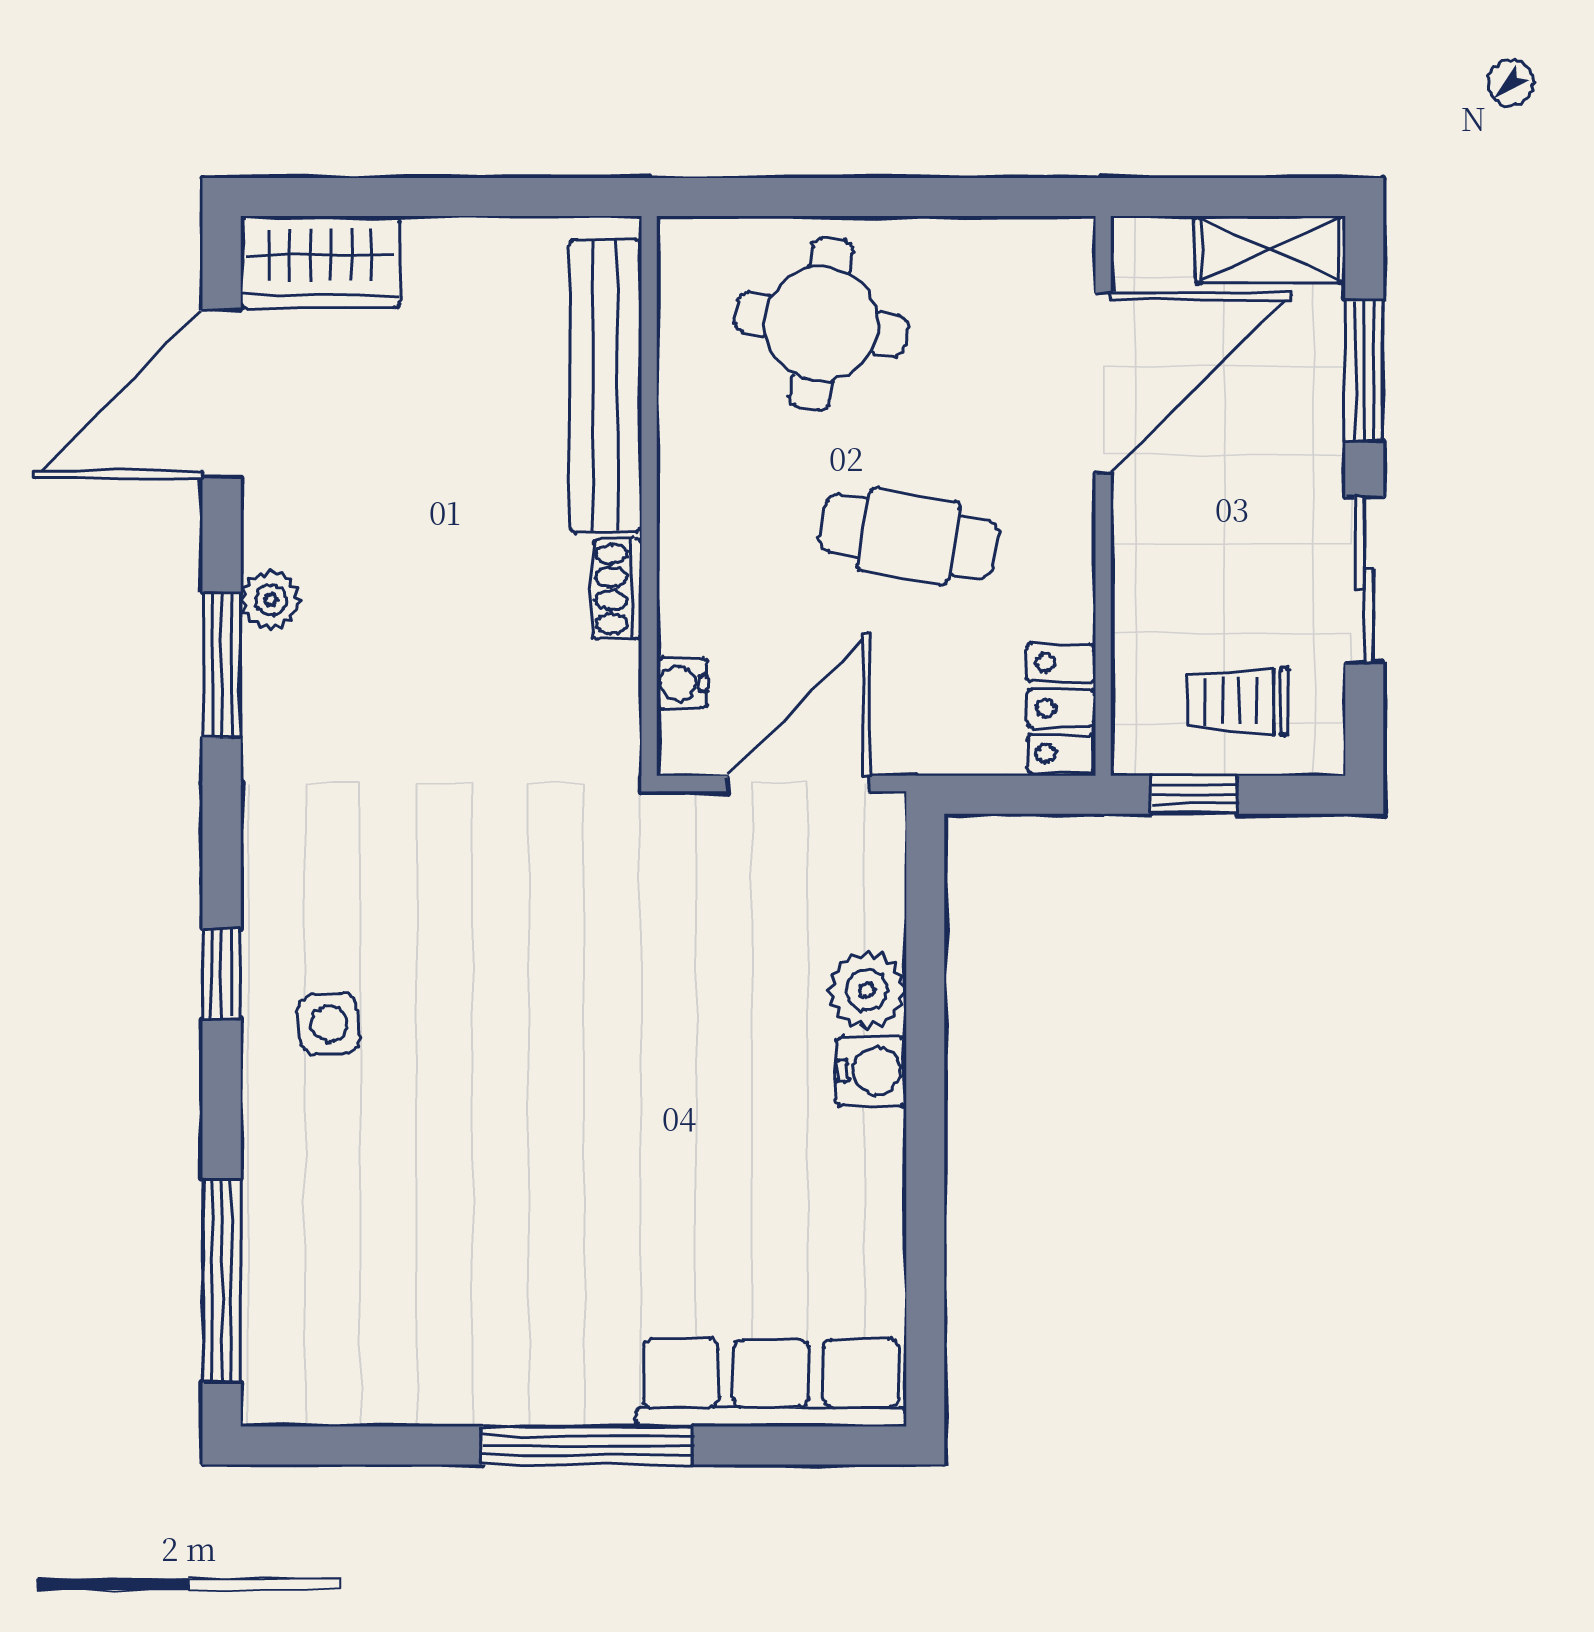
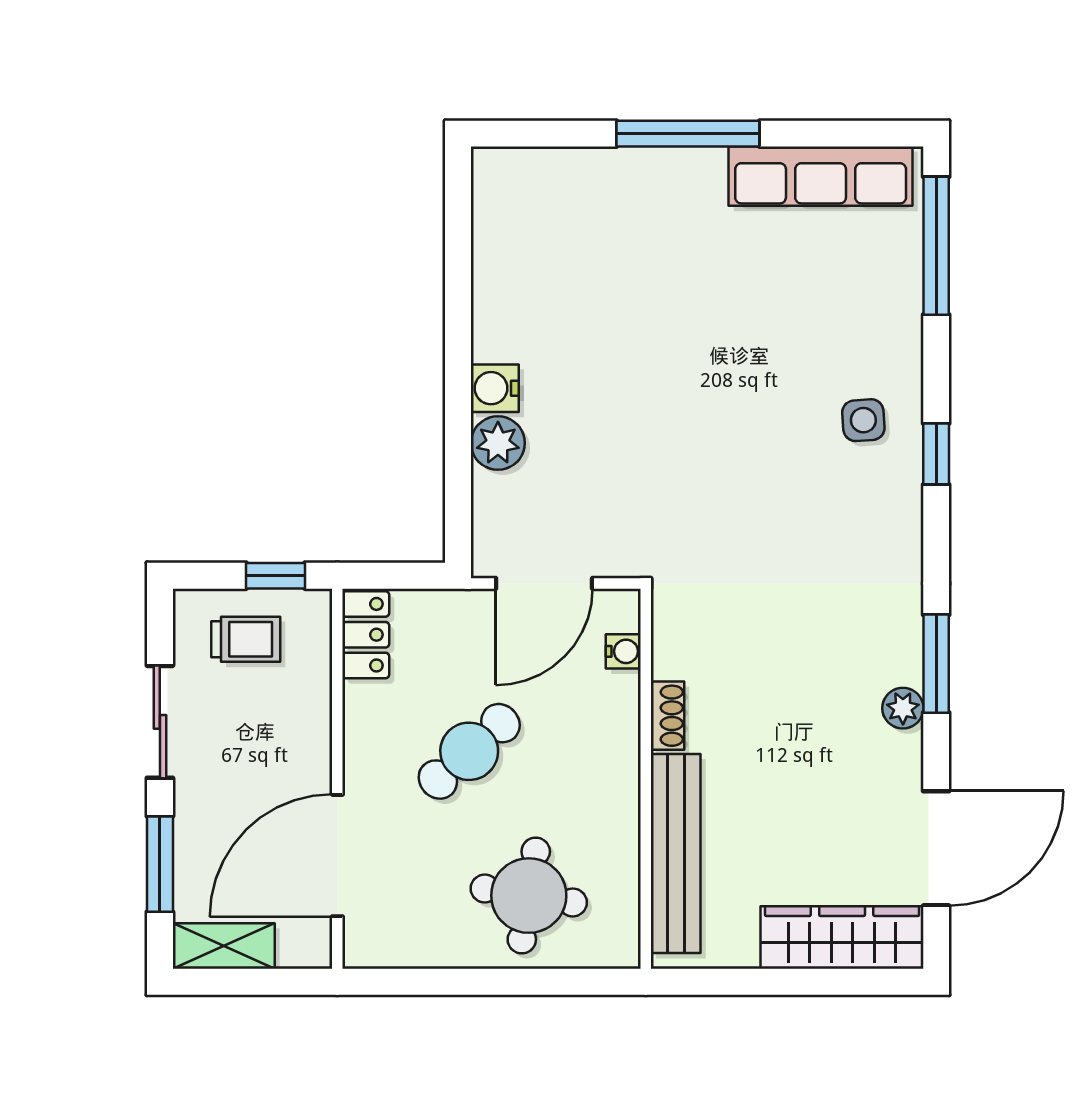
wardrobe: (320, 262) -> (842, 938), width x1.50
cafe table: (909, 536) -> (469, 751), turned -52
row of seats: (771, 1383) -> (821, 176), moved

